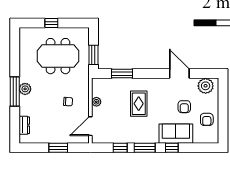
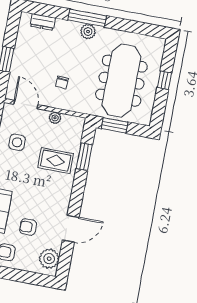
meeting table: (58, 56) -> (121, 81), width x1.36
rug: (139, 104) -> (56, 161), moved
side table: (121, 127) -> (17, 142), added

